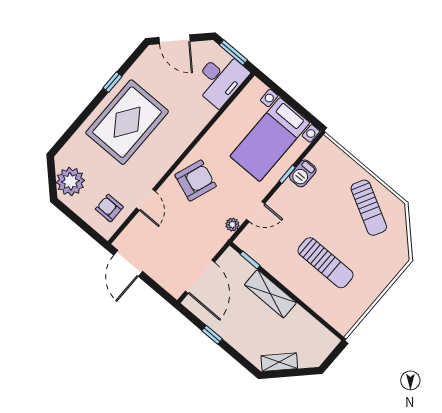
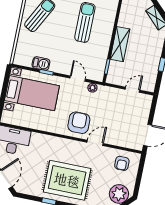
armchair: (196, 181) -> (79, 123), turned 70
door: (146, 200) -> (95, 143), moved
door: (200, 277) -> (132, 90), width x0.53

